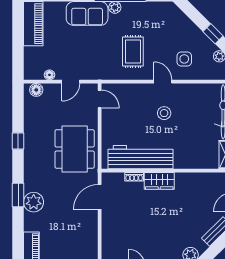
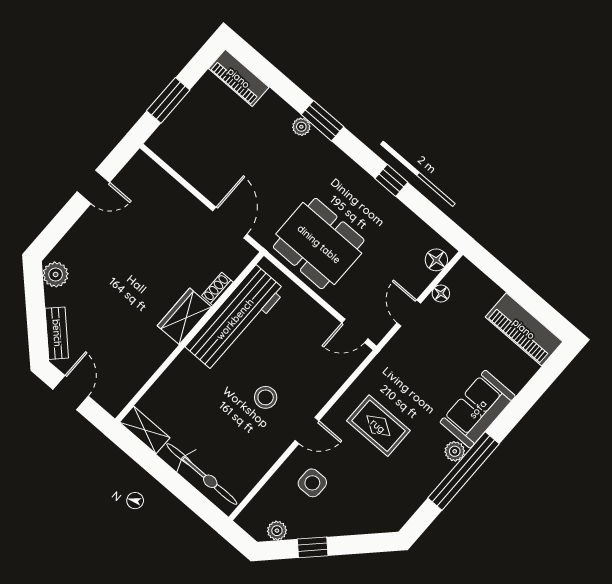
plant: (34, 202) -> (301, 127), width x0.53, depth x0.53

